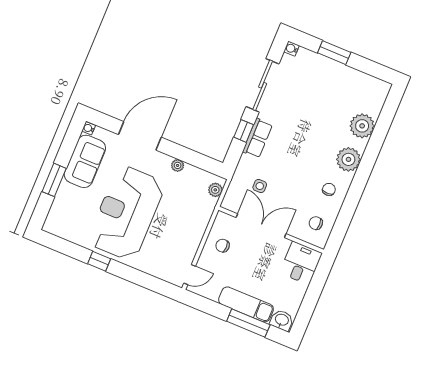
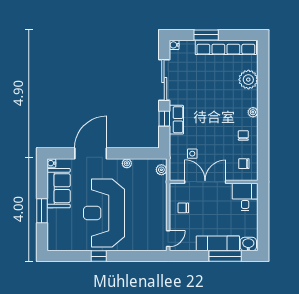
row of seats: (351, 77) -> (226, 47), added
plant: (348, 159) -> (253, 112), width x0.53, depth x0.53

